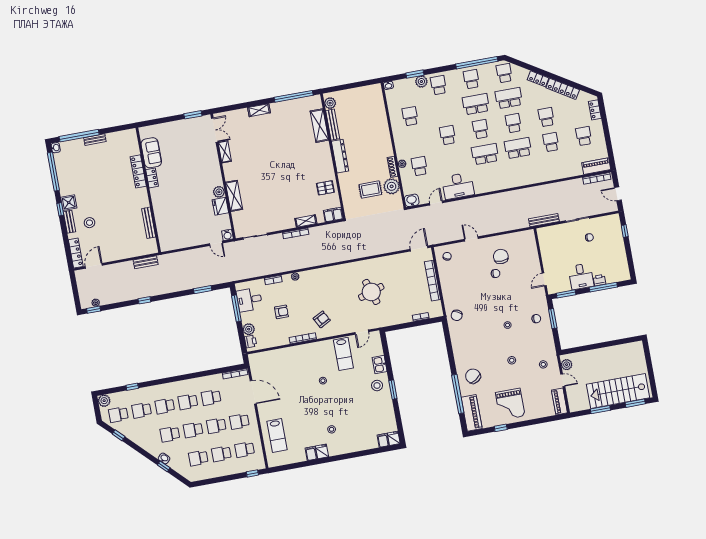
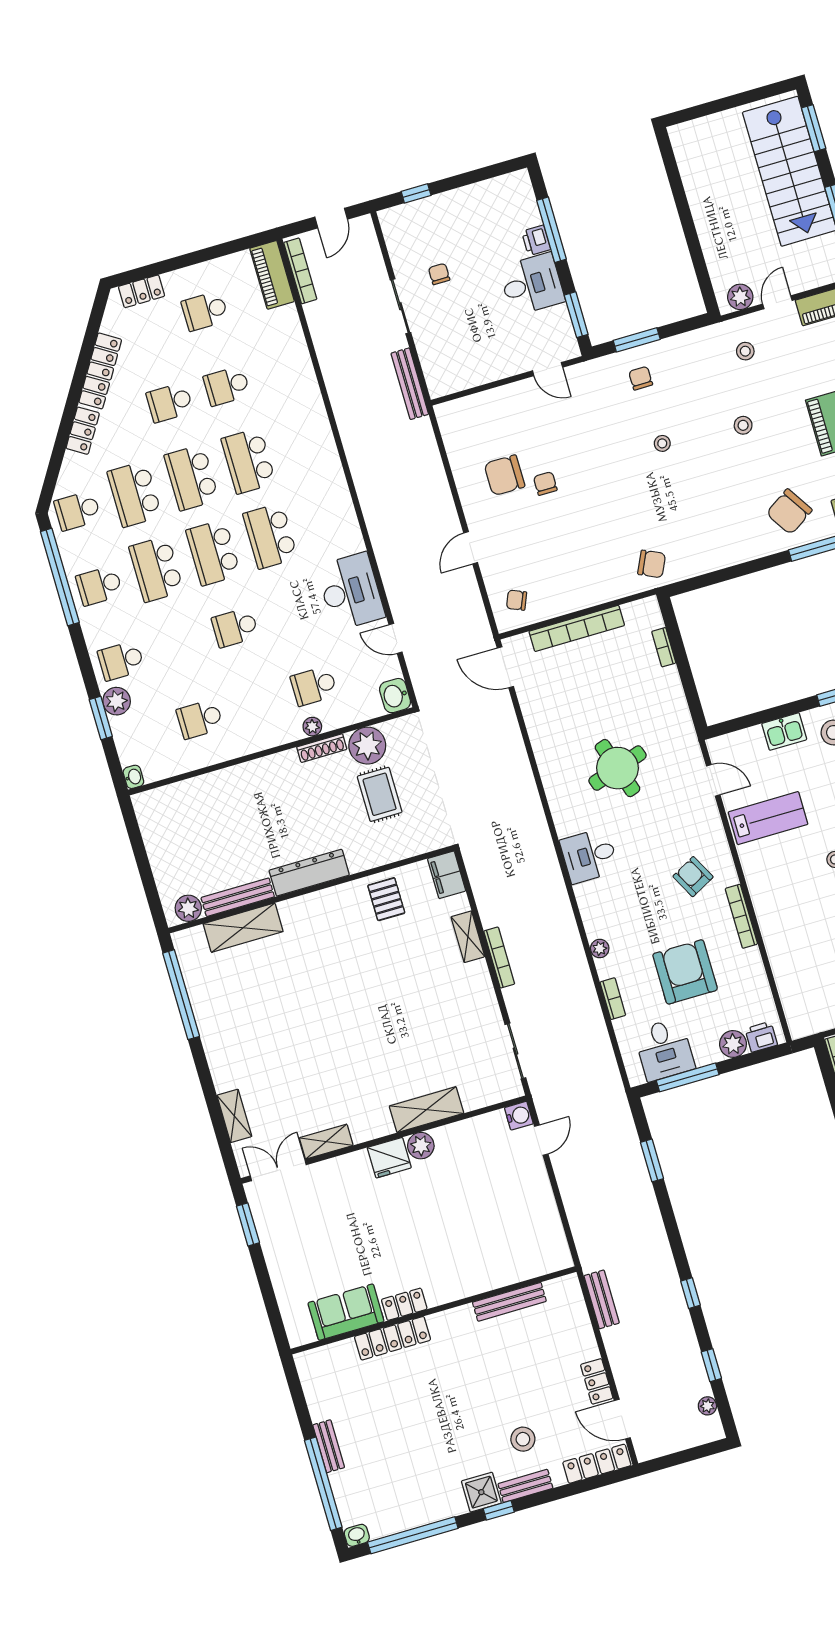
shelving: (259, 110) -> (234, 1116), moved
school desk: (513, 123) -> (191, 478), width x1.85
school desk: (481, 129) -> (213, 553), width x1.85
fridge: (220, 206) -> (389, 1158), moved
locker: (111, 257) -> (597, 1381), added
desk: (335, 276) -> (589, 856), added
window: (94, 310) -> (711, 1365), moved
armchair: (281, 312) -> (685, 972), width x1.88, depth x1.88

